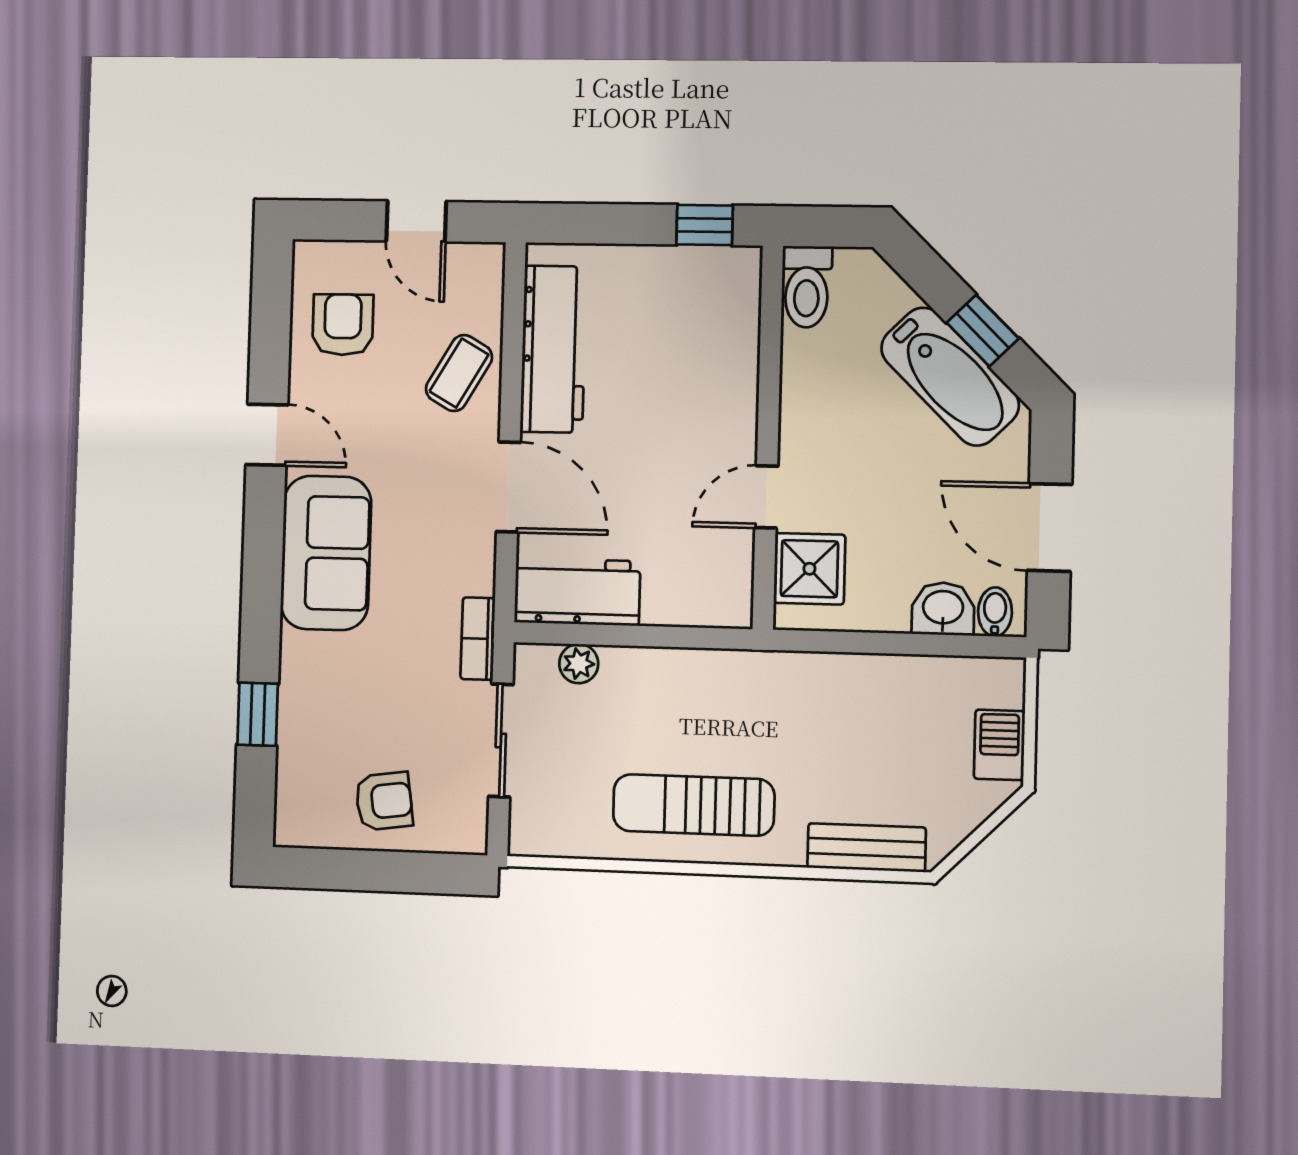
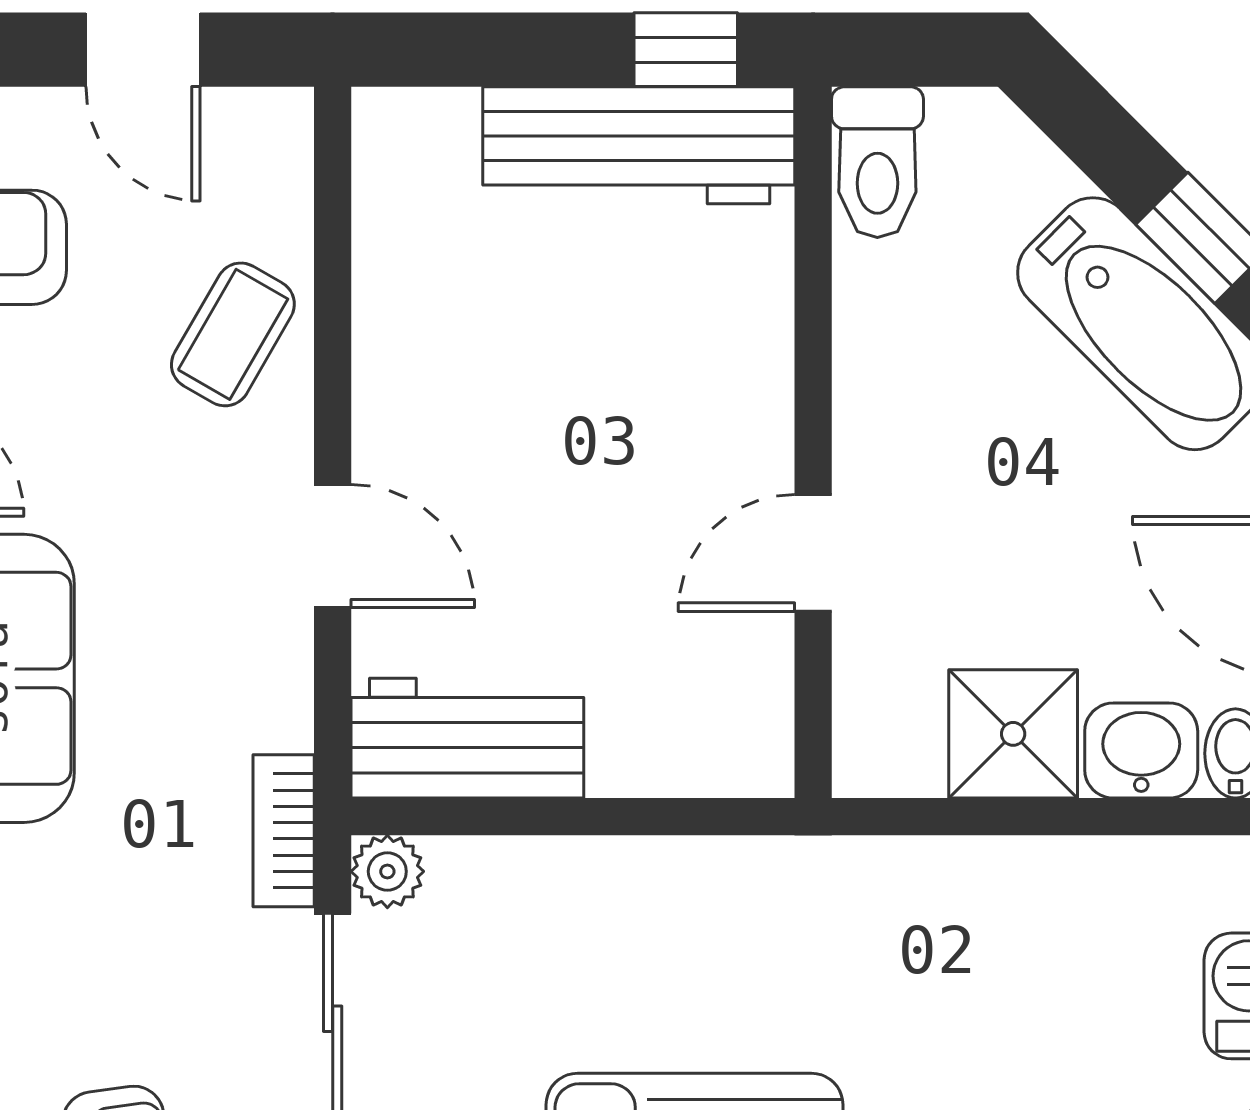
workbench: (553, 349) -> (639, 145), moved, turned 90
door: (508, 487) -> (333, 546), width x0.73
shower: (809, 569) -> (1013, 734), moved
plant: (579, 664) -> (387, 871), moved

